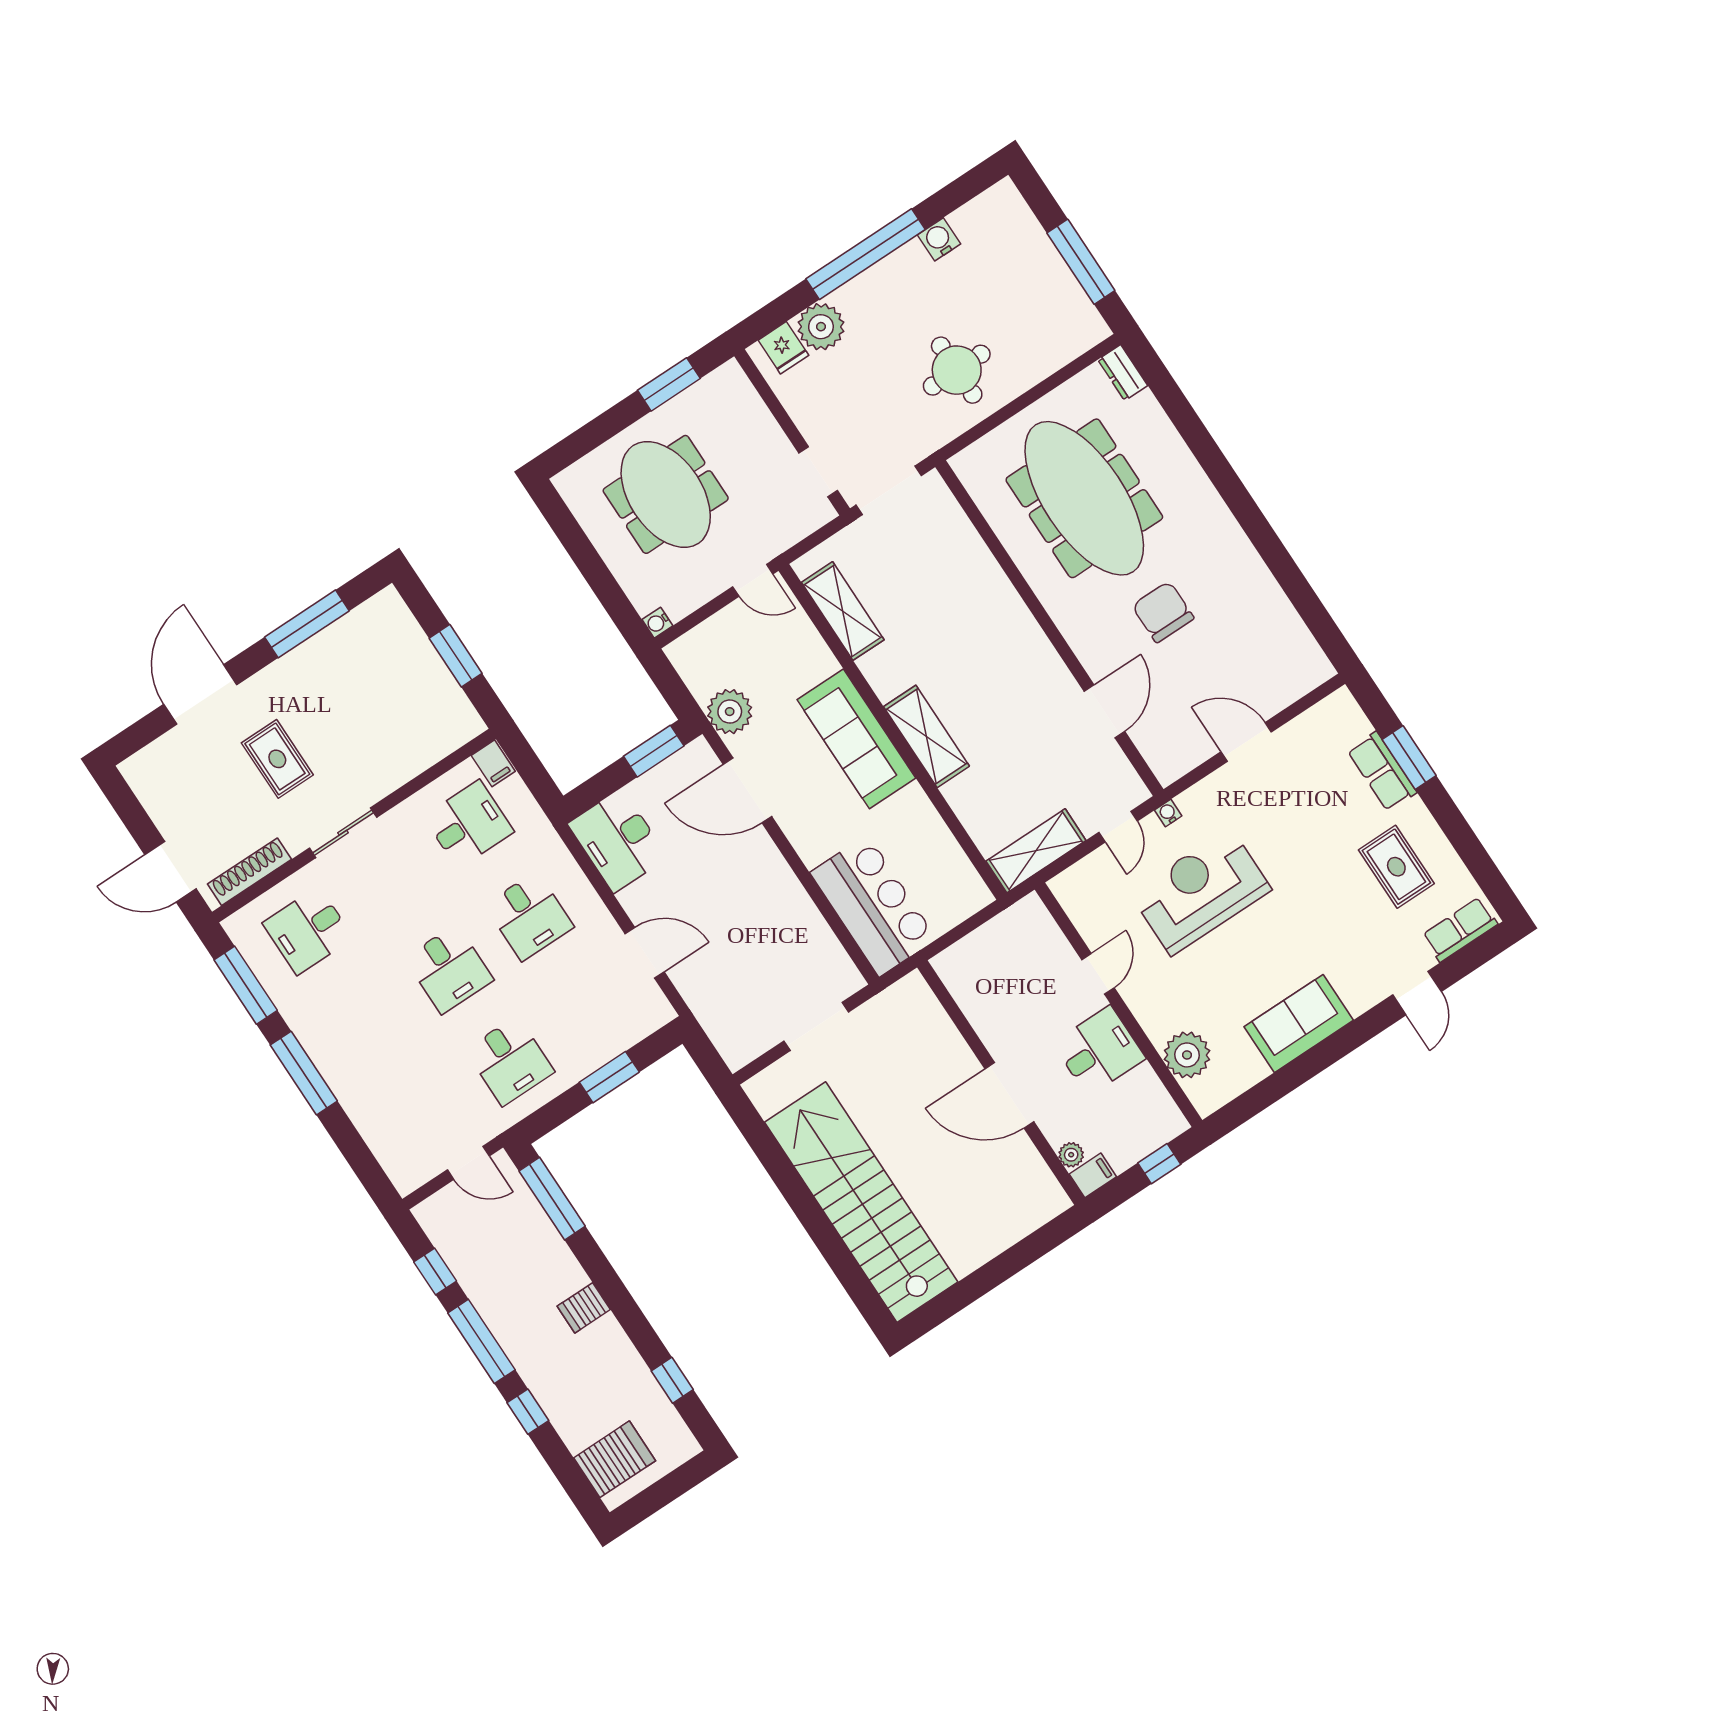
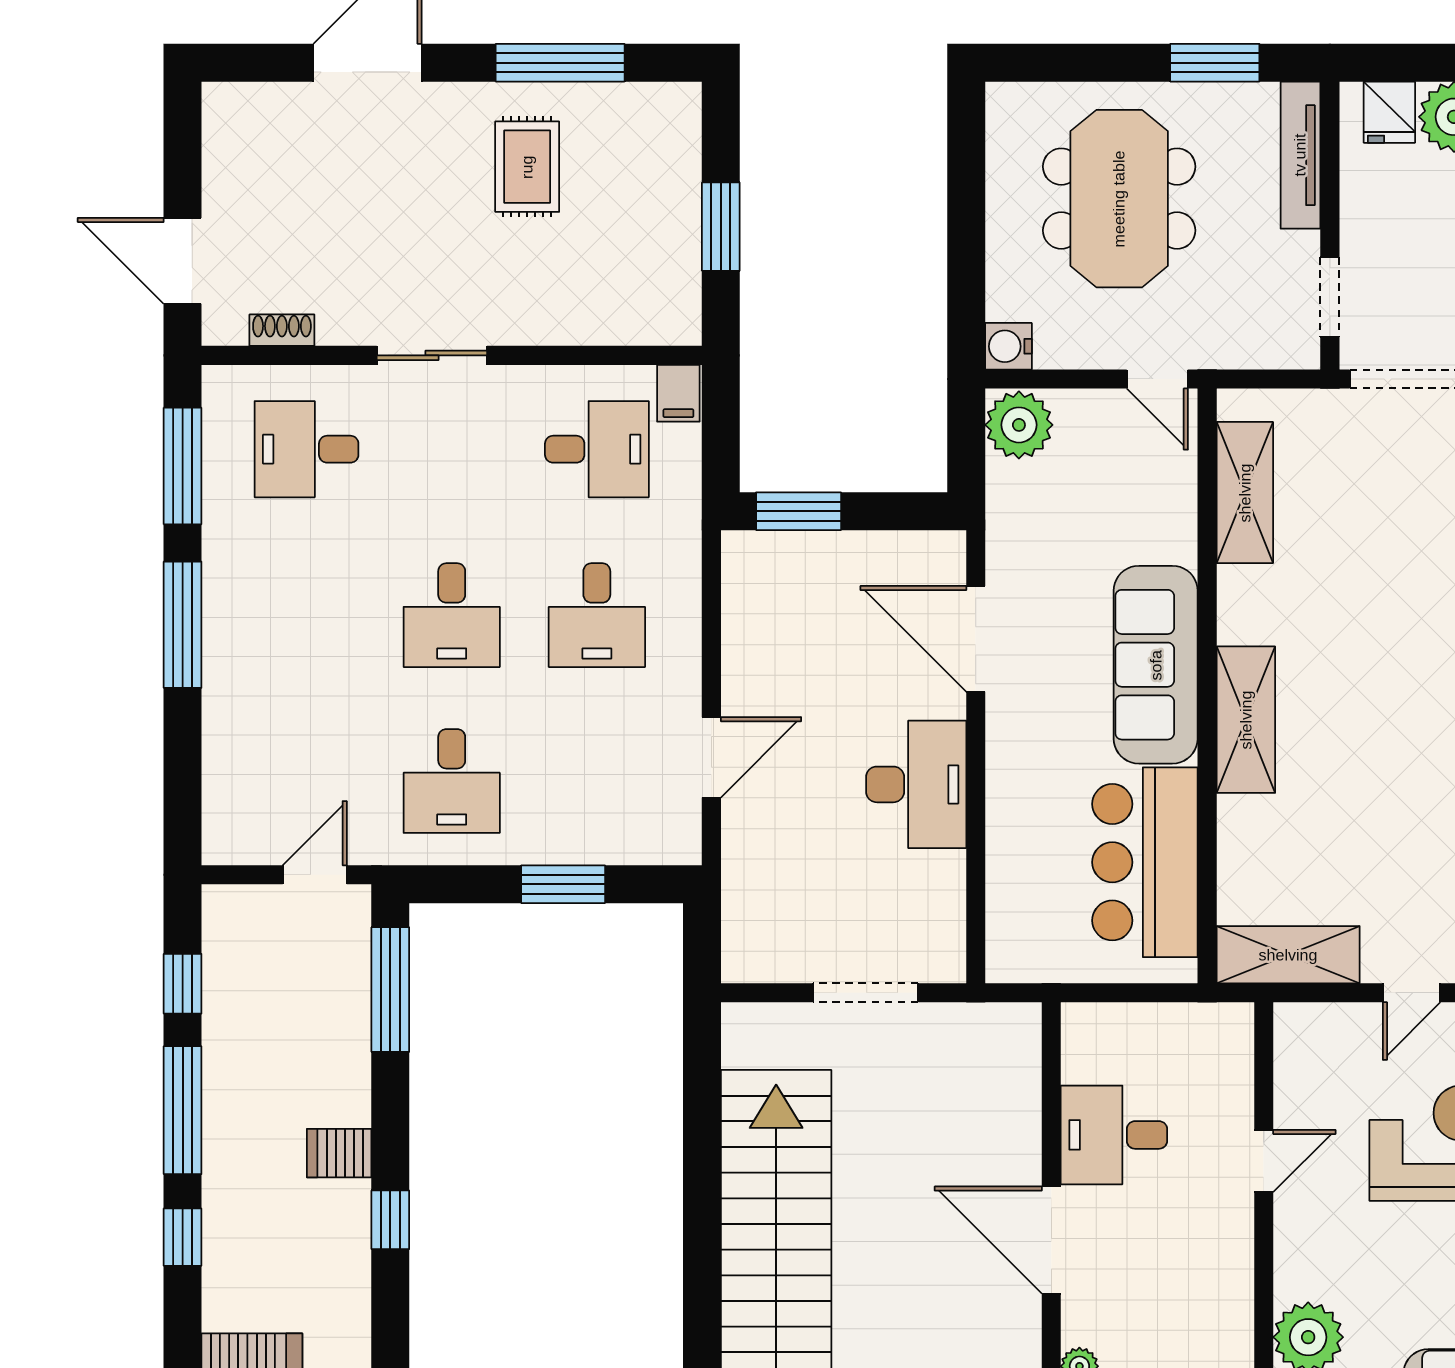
tv unit: (750, 404) -> (1300, 155), added
water cooler: (657, 623) -> (1009, 346), width x1.38, depth x1.38
plant: (730, 712) -> (1019, 425), moved
window: (654, 751) -> (799, 511), moved
rug: (277, 759) -> (527, 167), moved
desk: (618, 841) -> (916, 784), moved, turned 180
shoe rack: (249, 872) -> (282, 330), width x0.51, depth x0.81
bar counter: (873, 906) -> (1145, 862), moved, turned 180
door: (645, 953) -> (711, 757), hinge flipped
desk: (1099, 1051) -> (1114, 1135), moved, turned 180
door: (468, 1163) -> (315, 875), swing flipped
window: (672, 1380) -> (390, 1220), moved

